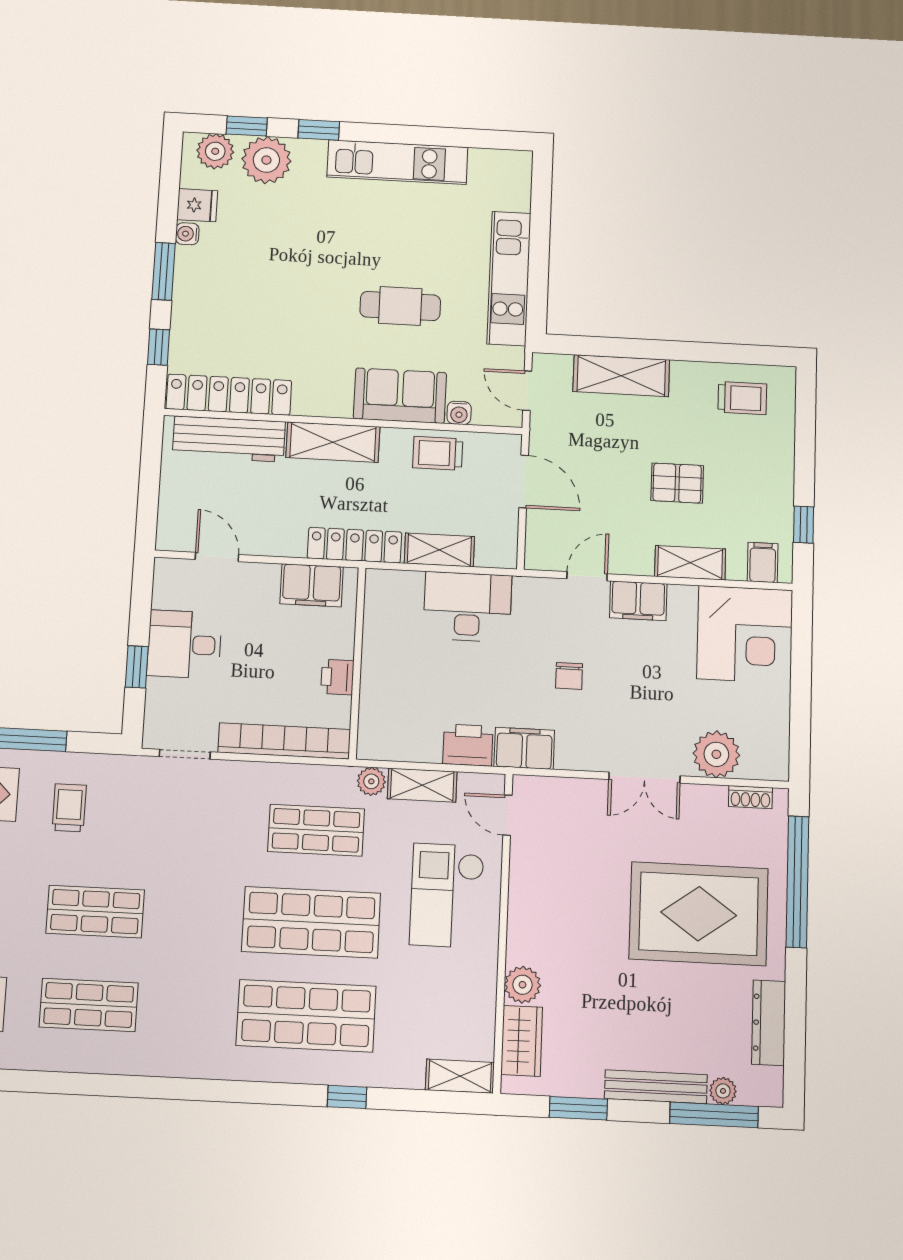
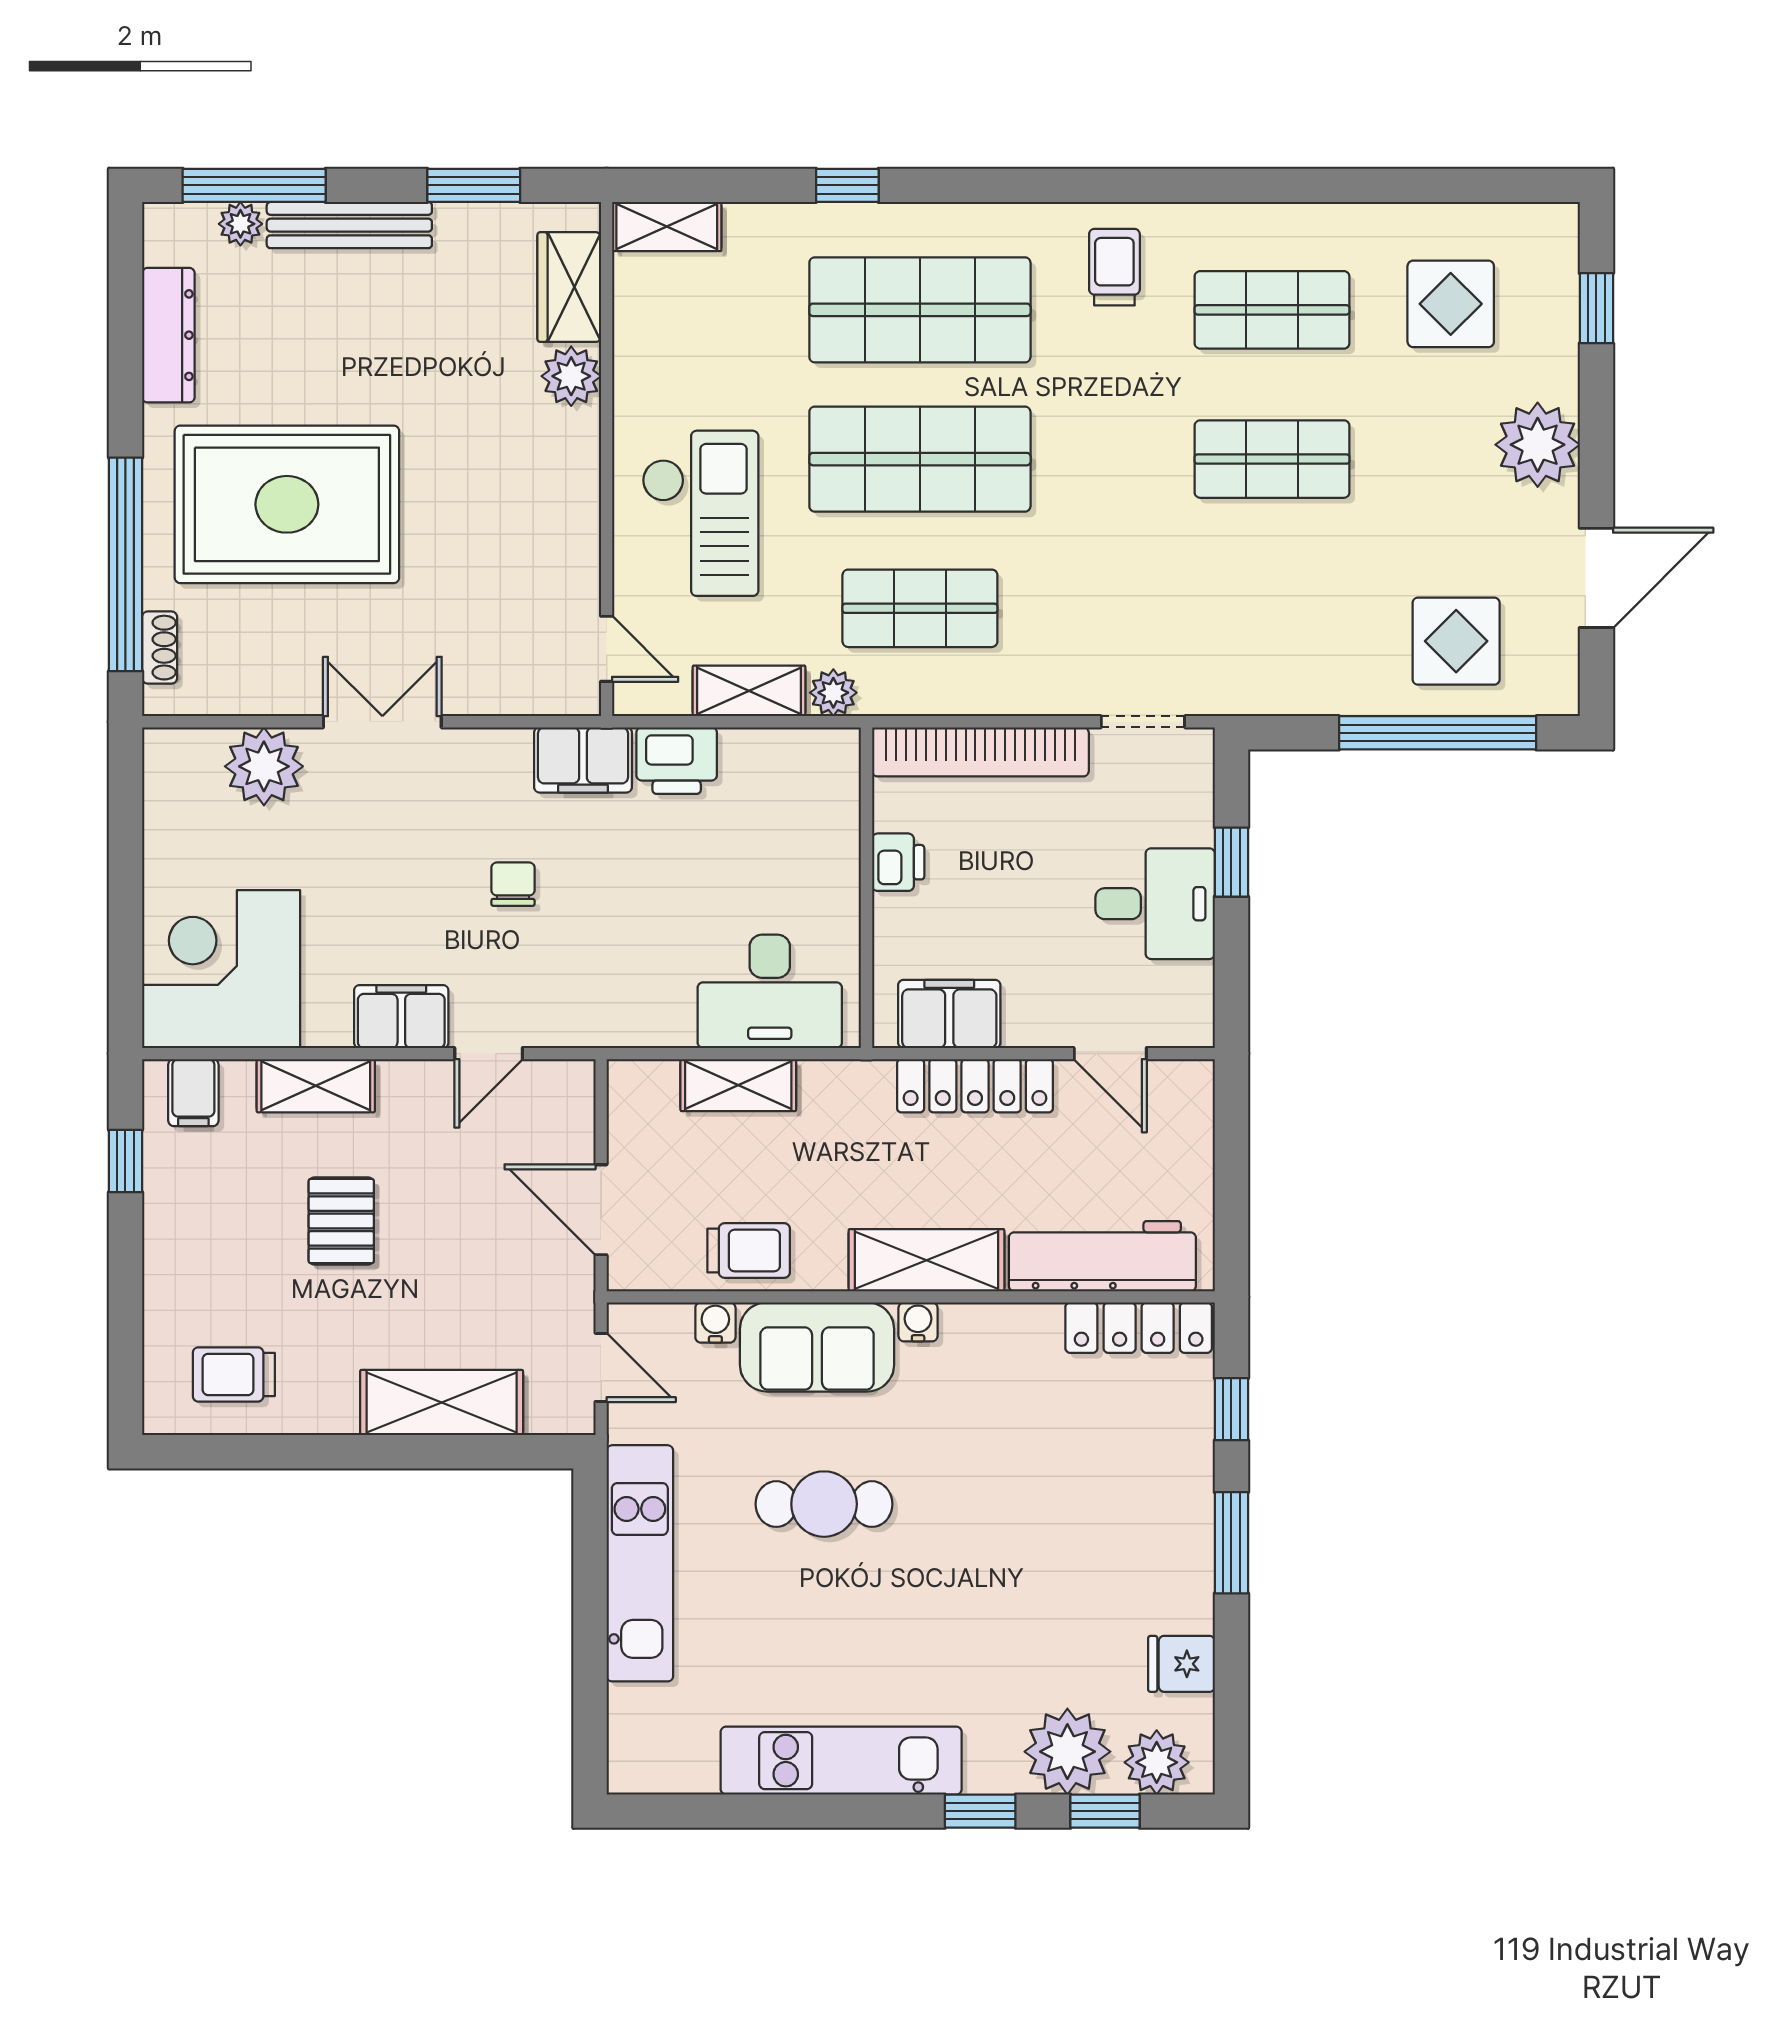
water cooler: (187, 234) -> (918, 1322), moved, turned -90
locker: (229, 395) -> (1139, 1328), width x0.71, depth x0.83
pallet: (677, 483) -> (341, 1221), turned 90
locker: (355, 545) -> (975, 1086), moved
desk: (467, 607) -> (770, 991), moved
shoe rack: (750, 797) -> (160, 648), moved, turned 90
trolley: (69, 808) -> (1114, 267), moved, turned 180

